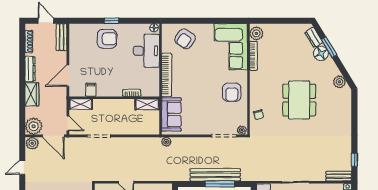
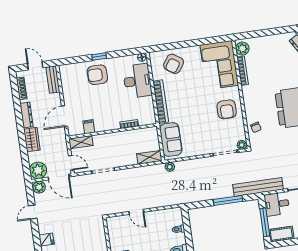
armchair: (107, 39) -> (97, 75), turned 180
shelving: (147, 104) -> (149, 157), moved
bench: (215, 175) -> (258, 187), moved

